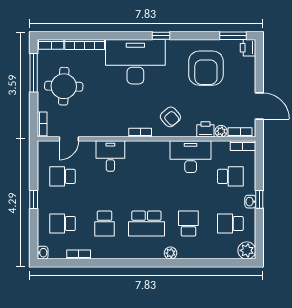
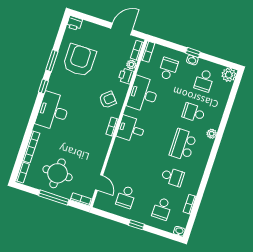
window: (233, 36) -> (52, 61), moved
desk: (135, 62) -> (53, 111), width x0.73, depth x0.77
armchair: (206, 68) -> (79, 60), turned -90
window: (34, 73) -> (54, 198), moved
desk: (110, 156) -> (131, 129), moved
school desk: (146, 224) -> (183, 145), turned 180

